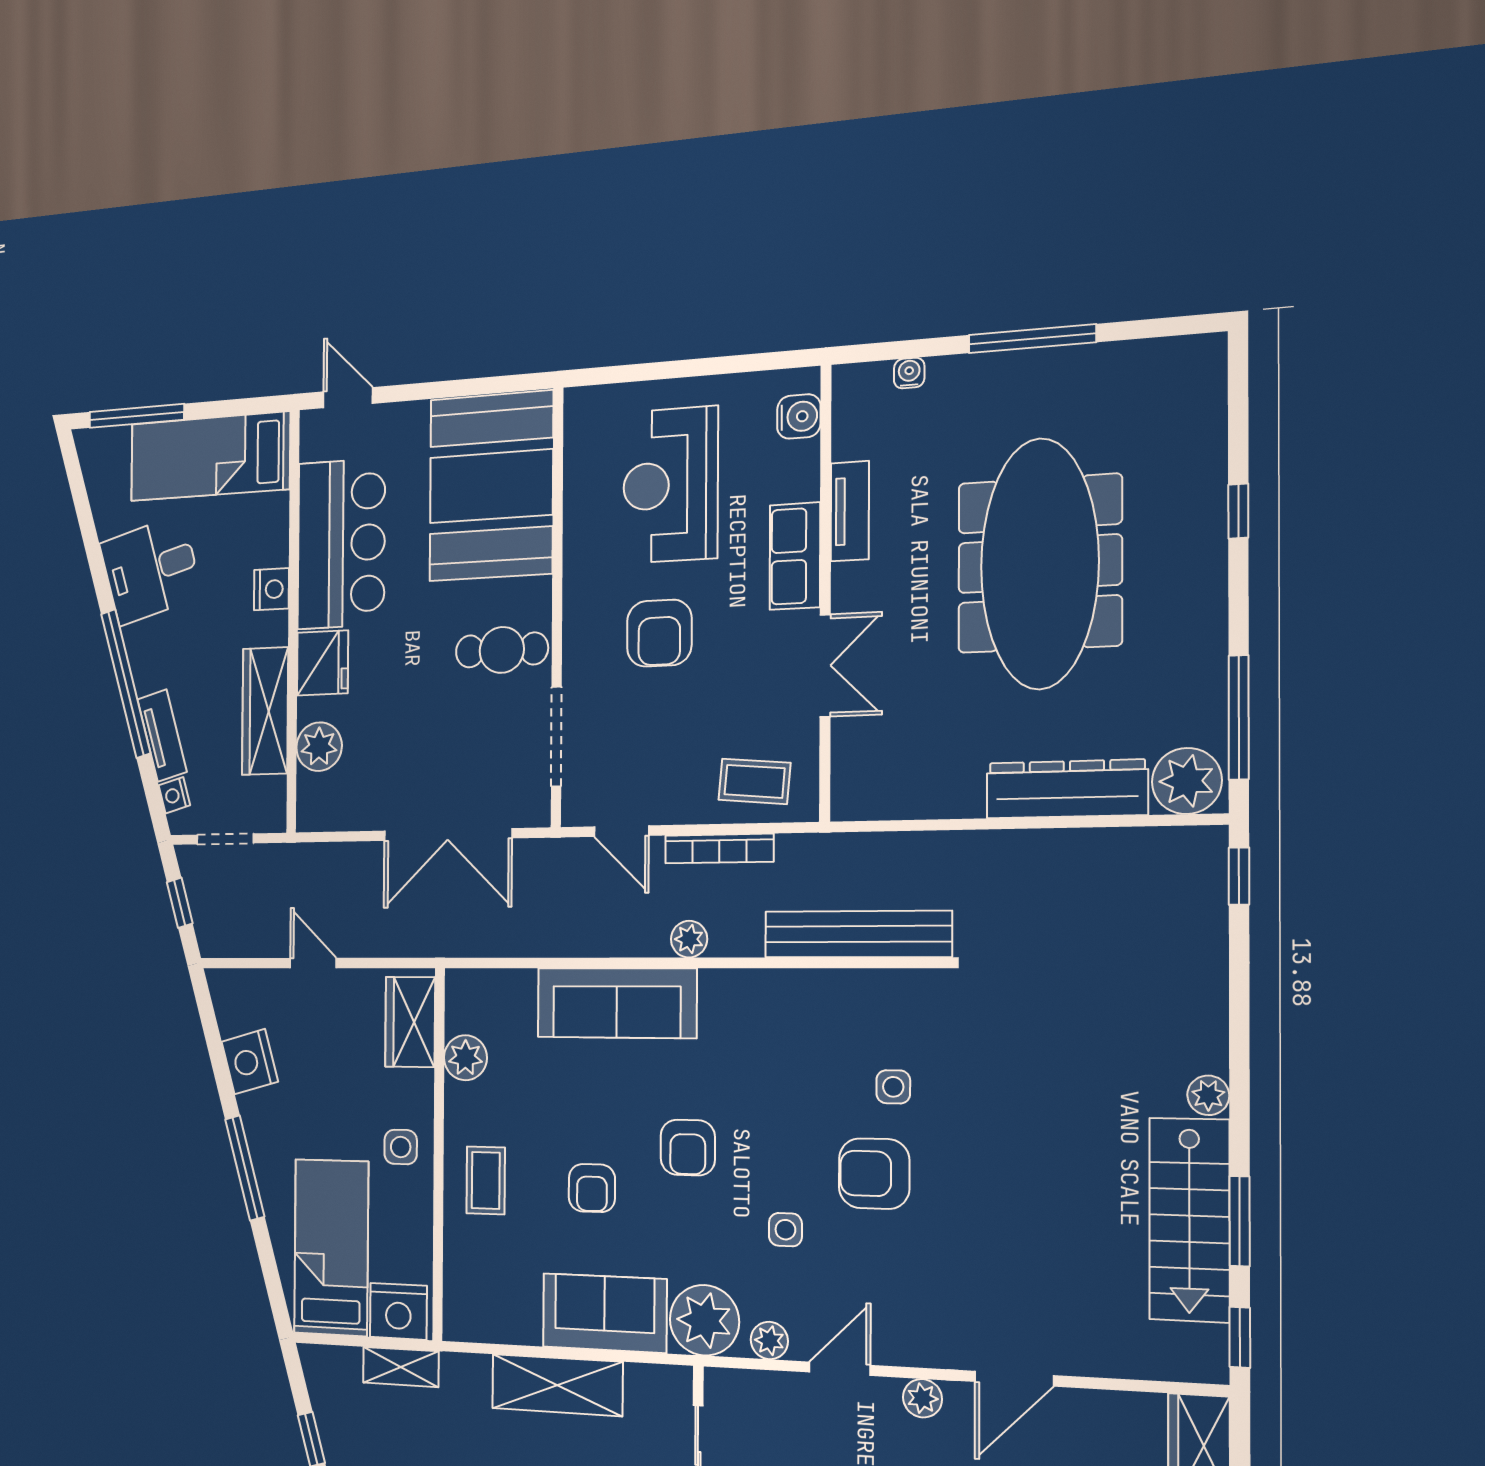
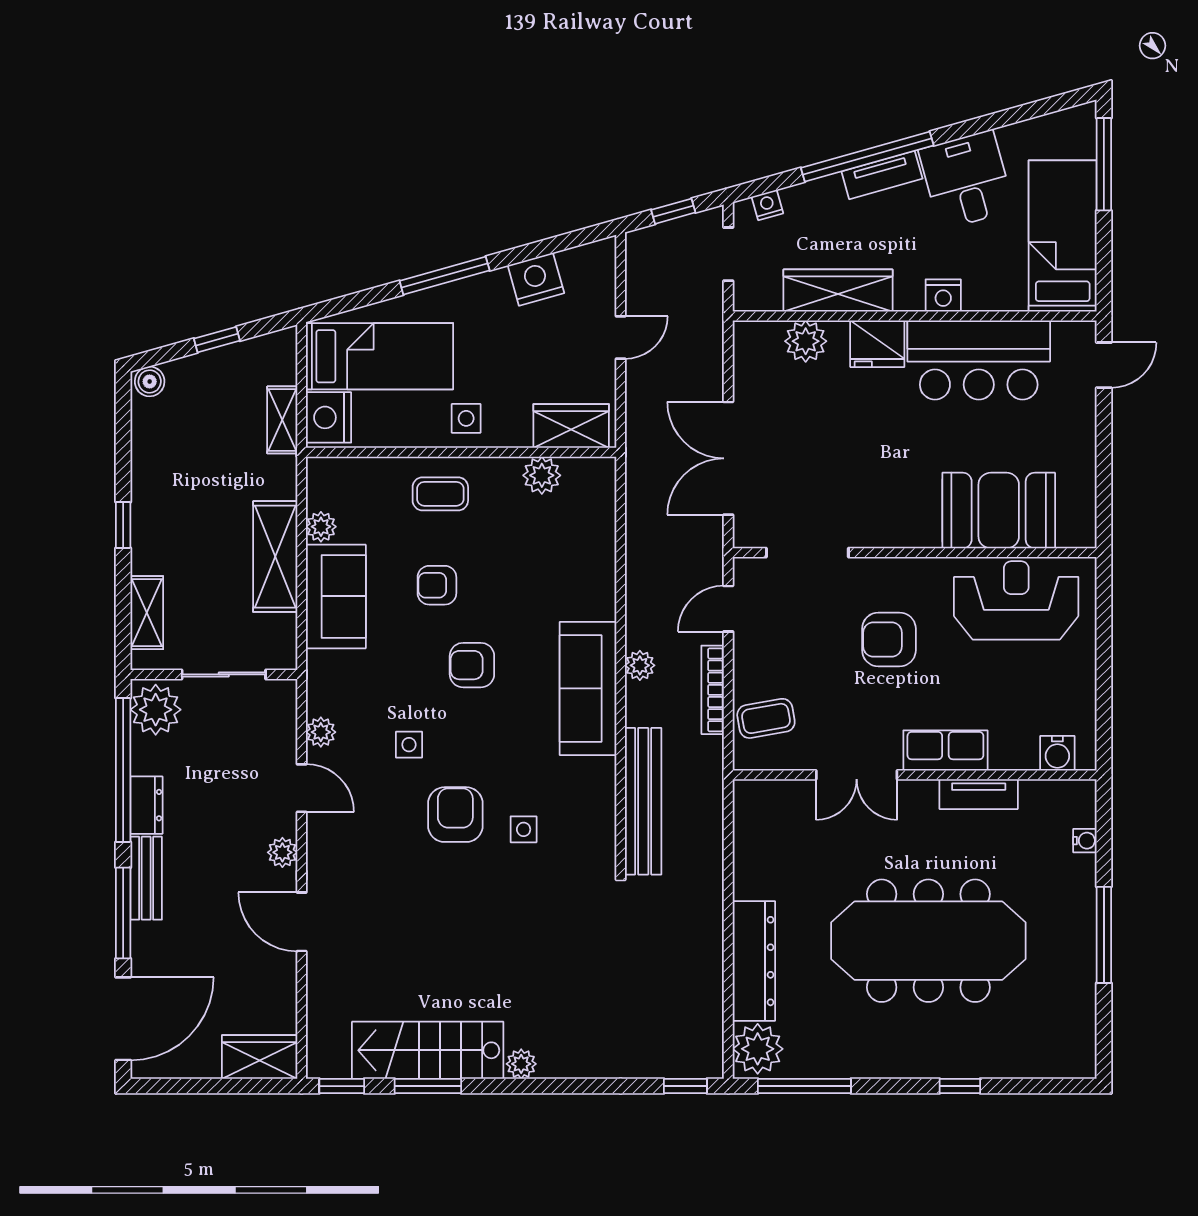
reception desk: (670, 485) -> (1016, 600), moved
booth: (491, 486) -> (999, 510), width x0.73, depth x0.70
cafe table: (502, 650) -> (881, 505), removed
tv unit: (162, 736) -> (882, 175), moved
coffee table: (755, 781) -> (766, 718), turned 75
sofa: (617, 1003) -> (588, 688), moved
plant: (704, 1320) -> (321, 527), moved, width x0.53, depth x0.53

